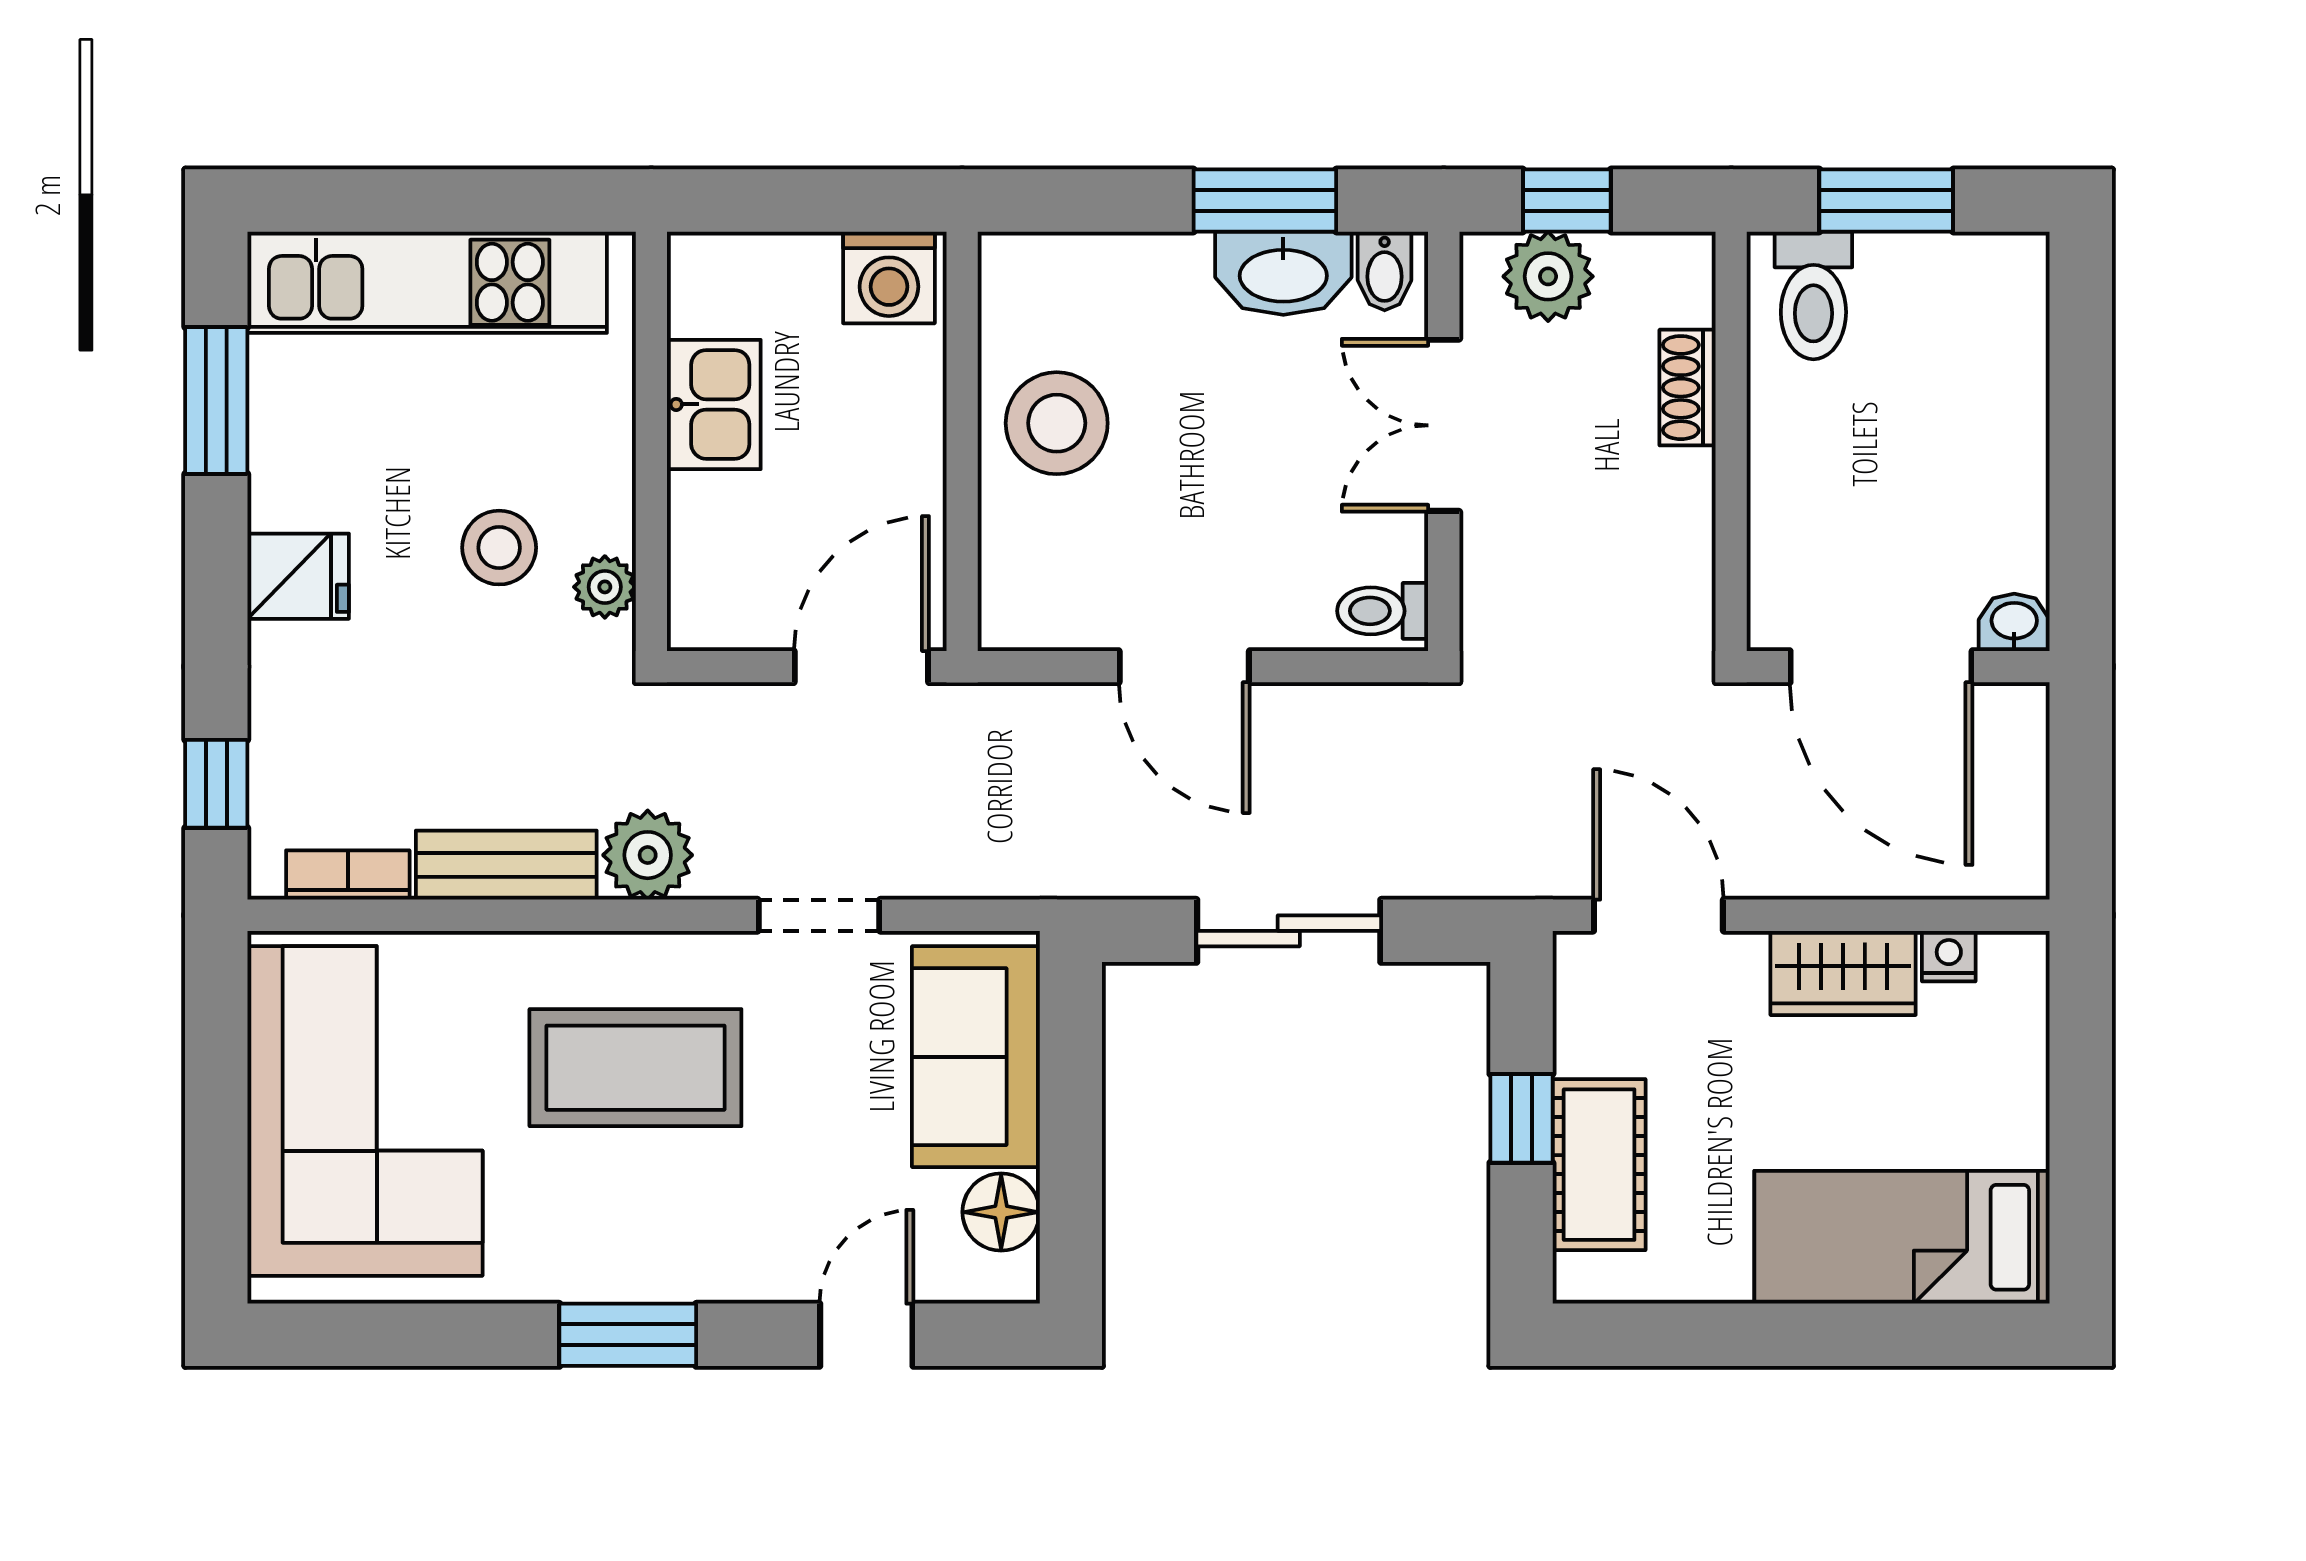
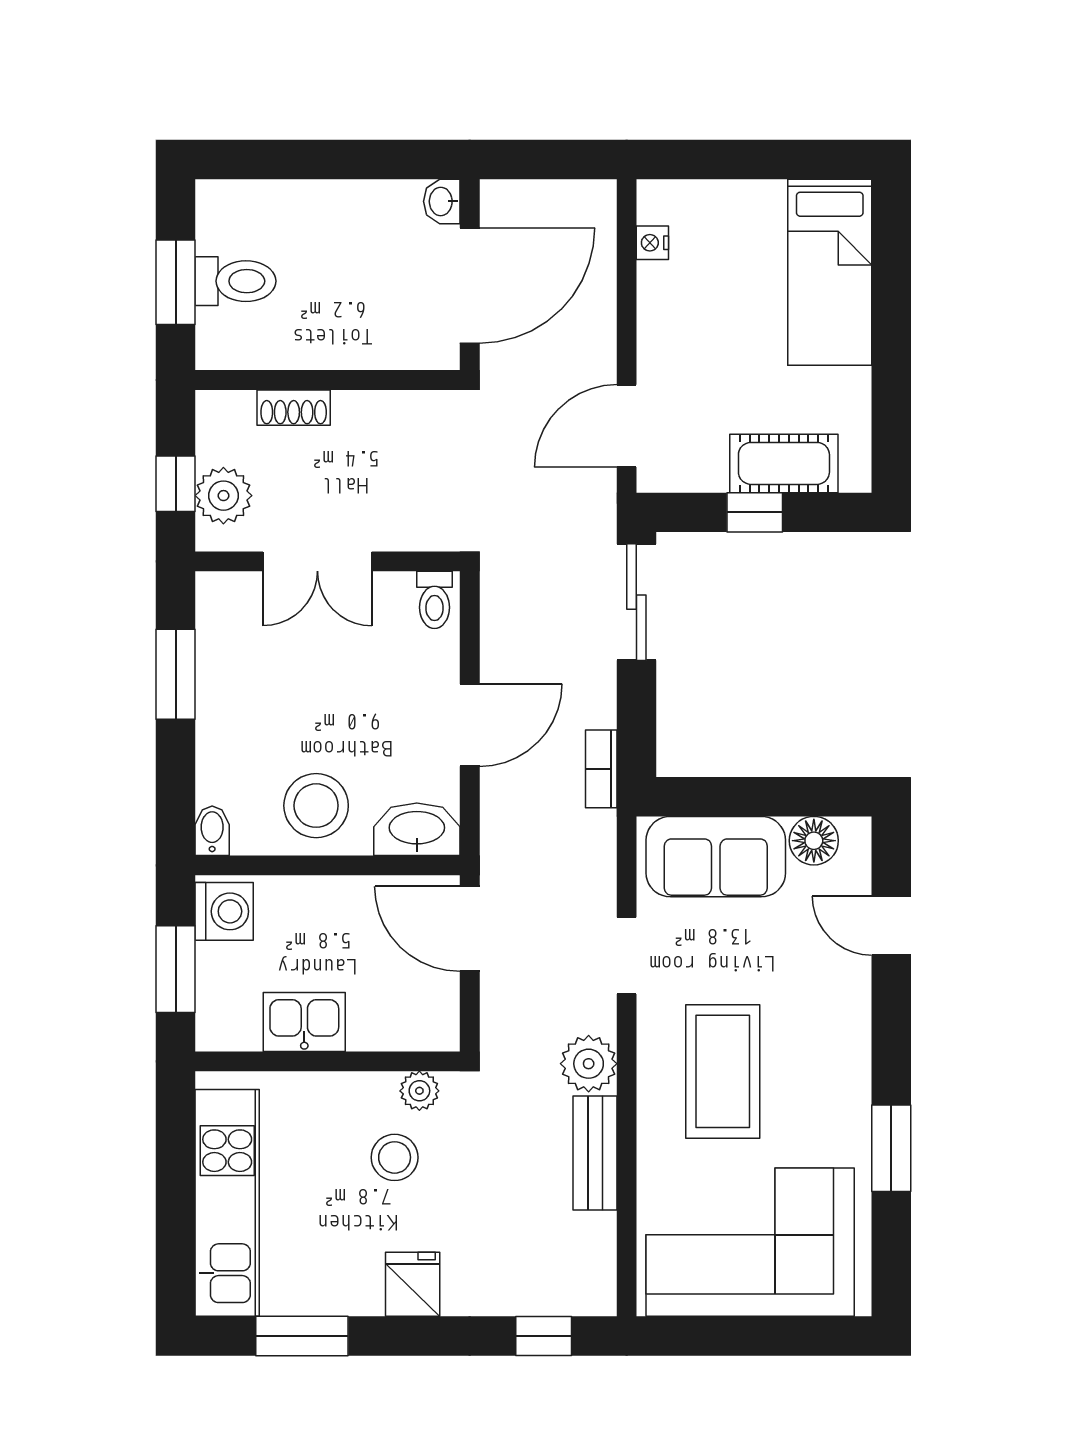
window: (797, 201) -> (176, 969), added
bidet: (1385, 271) -> (212, 831), moved, turned -90
washbasin: (1283, 273) -> (417, 829), moved, turned -90
toilet: (1813, 295) -> (236, 281), moved
bookcase: (348, 875) -> (601, 769), moved
sliding door: (1289, 931) -> (636, 602), moved
wardrobe: (1843, 973) -> (663, 309), removed
window: (628, 1335) -> (891, 1148), moved

